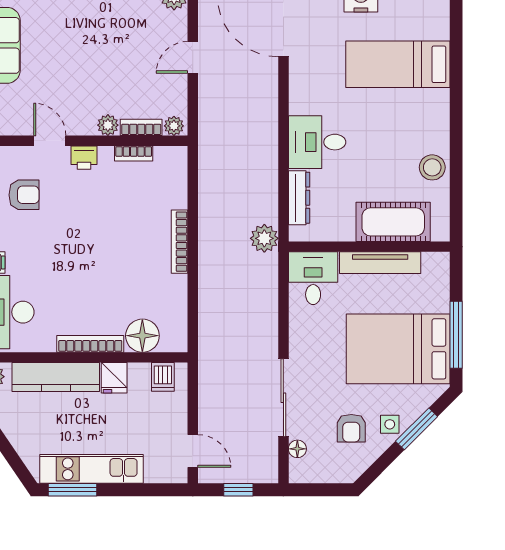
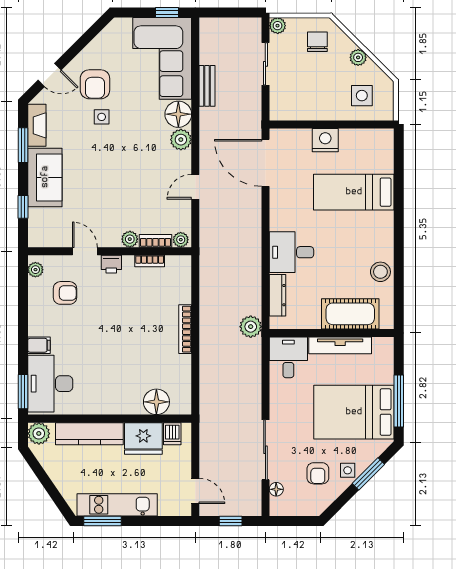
bookcase: (90, 344) -> (116, 408), removed
fridge: (114, 378) -> (143, 438), width x1.88, depth x1.34

